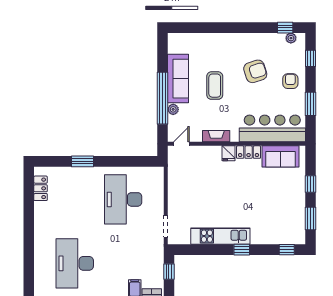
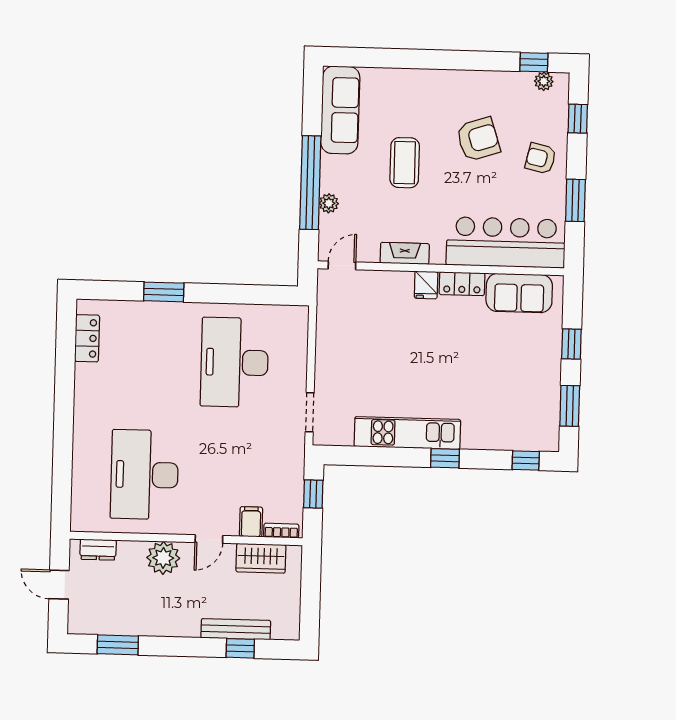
sofa: (178, 79) -> (340, 110), moved
armchair: (290, 81) -> (541, 158), turned -77

